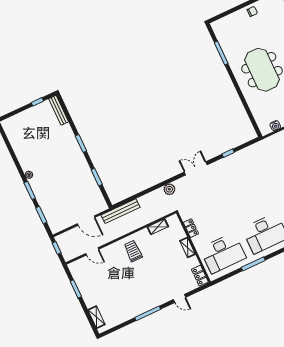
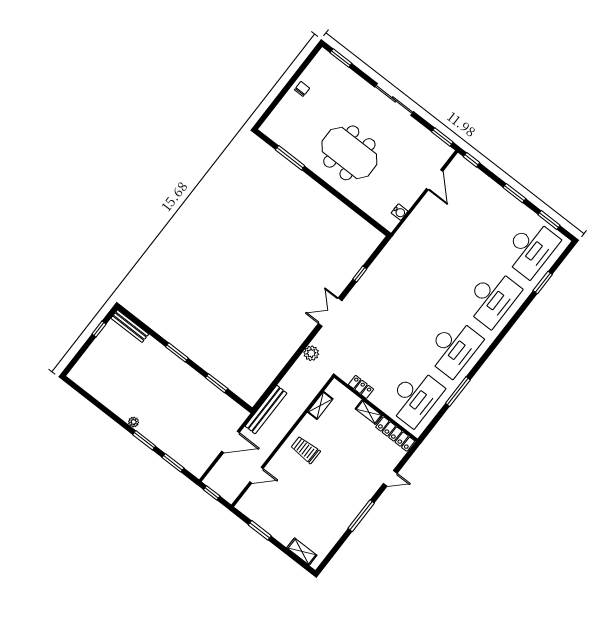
locker: (200, 276) -> (395, 434), width x1.53

